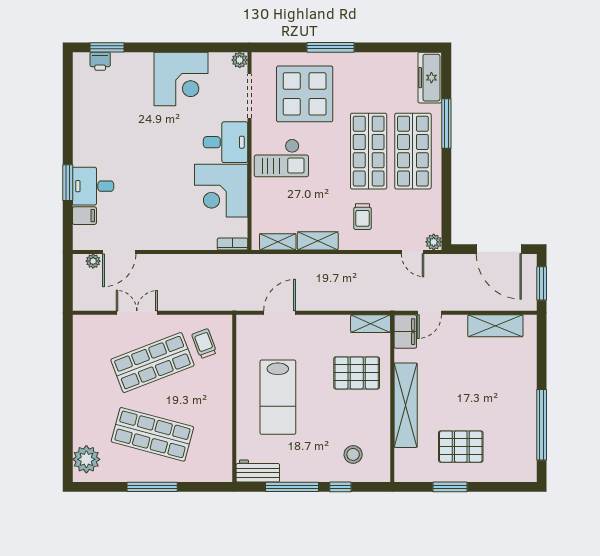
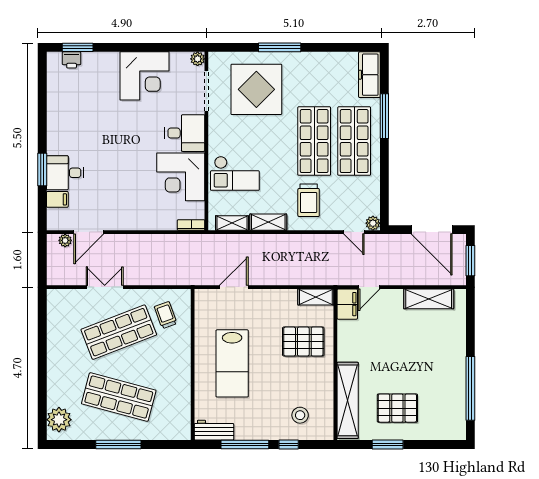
checkout: (281, 158) -> (235, 173), moved
trolley: (363, 217) -> (309, 200), width x1.36, depth x1.39
shelving: (406, 405) -> (348, 400), moved

